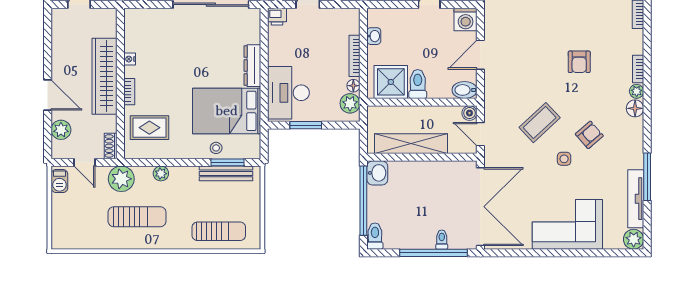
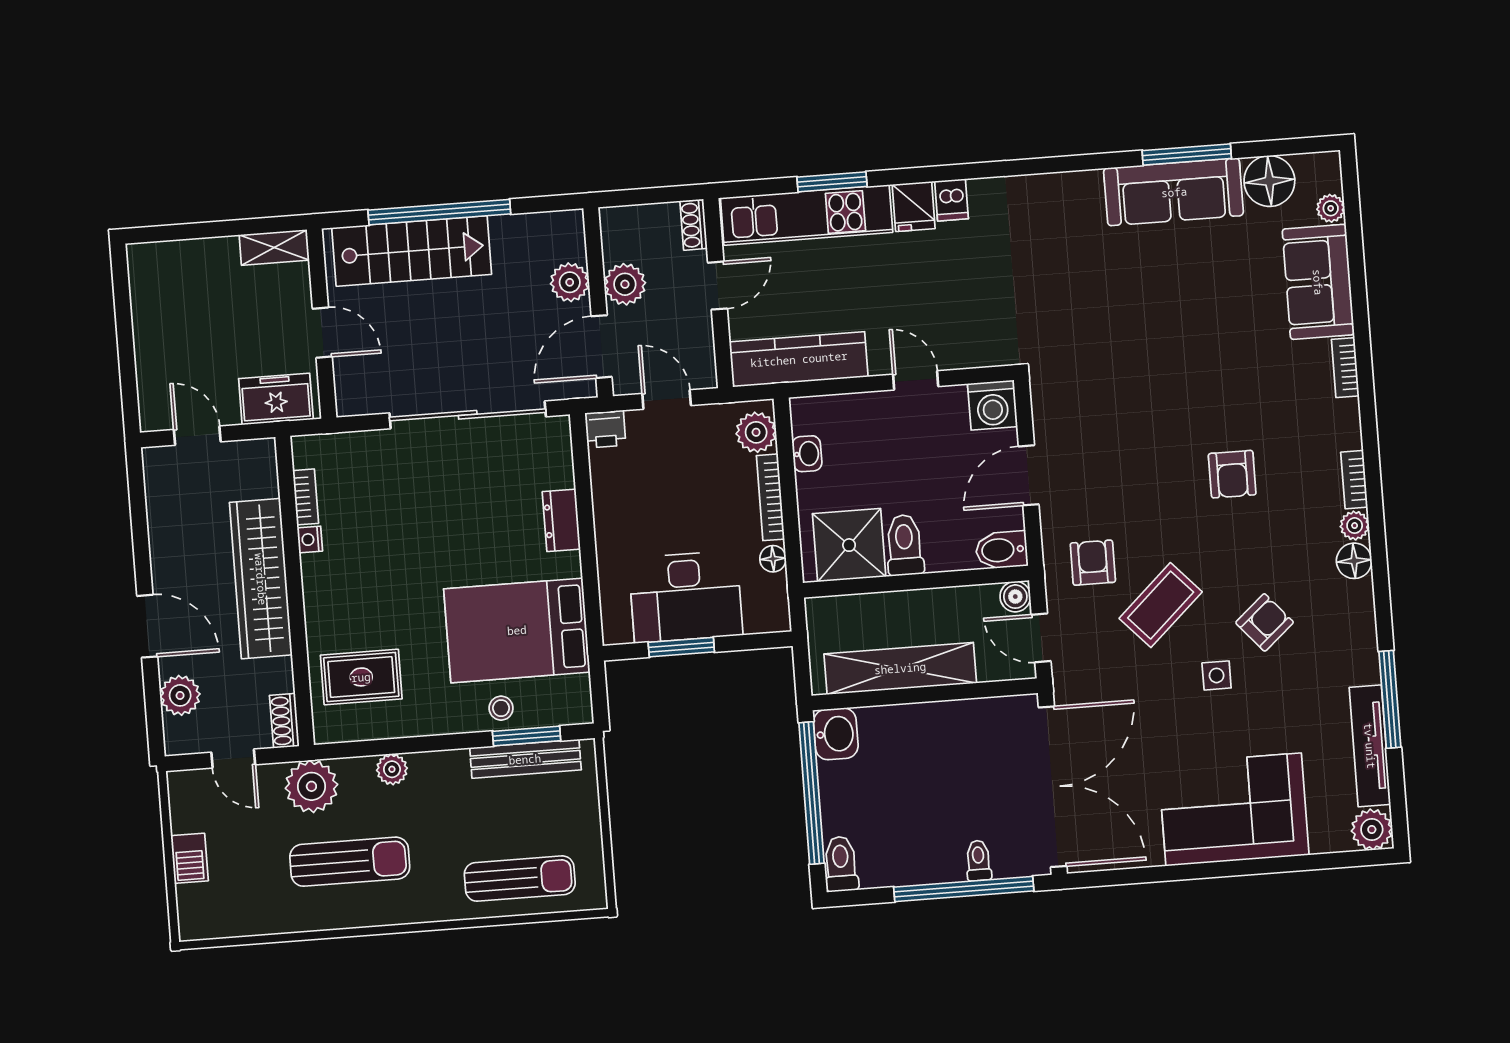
dresser: (252, 66) -> (561, 520), width x0.70
bookcase: (129, 92) -> (306, 497), moved
desk: (288, 93) -> (686, 597), moved, turned -90
armchair: (508, 99) -> (1093, 563), added
plant: (350, 103) -> (756, 432), moved
barbecue: (59, 181) -> (189, 858), moved

